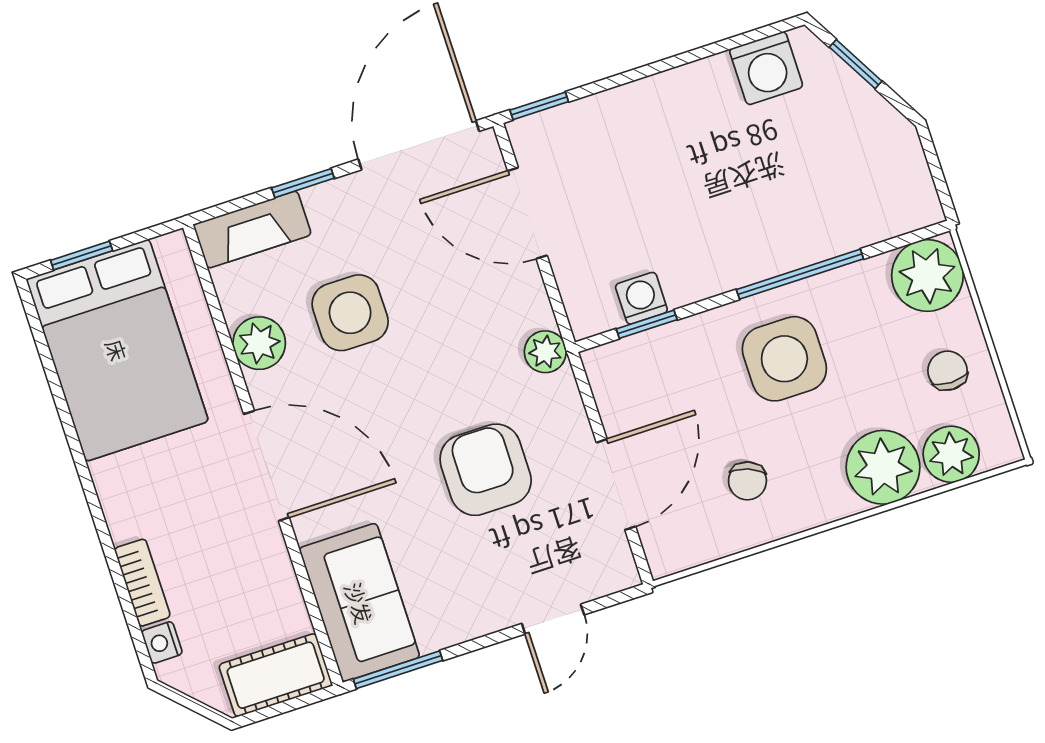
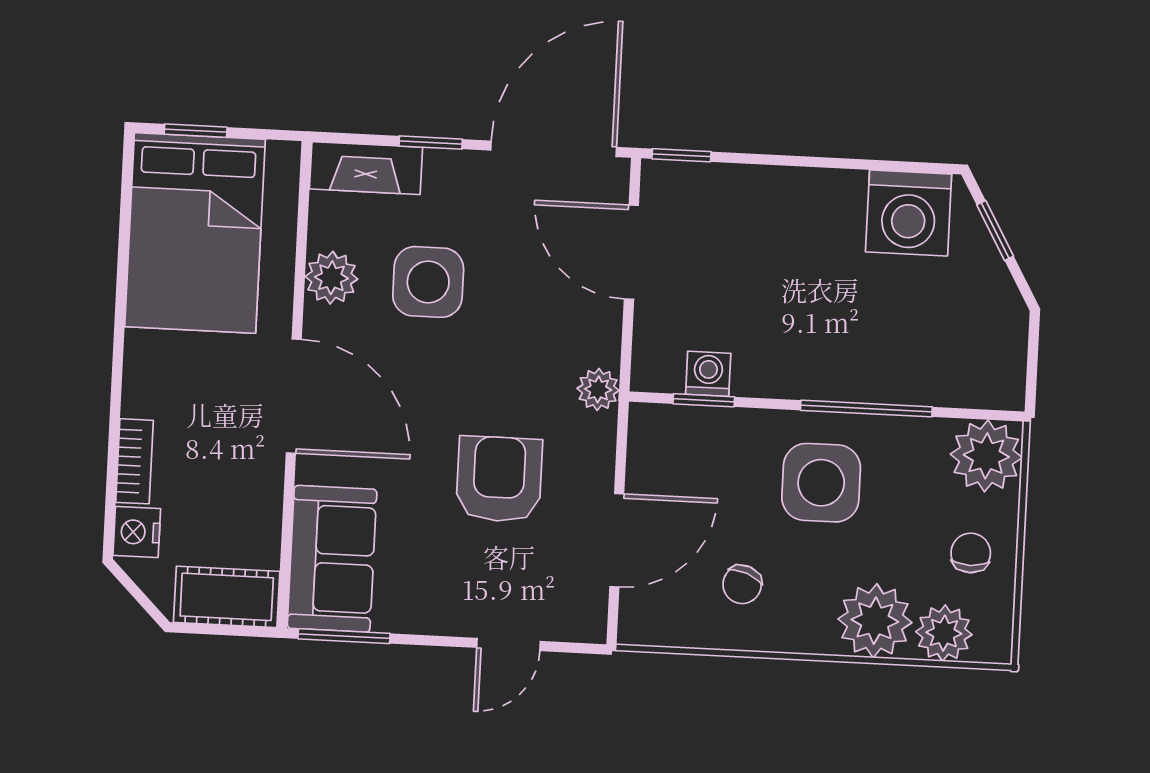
washing machine: (766, 68) -> (909, 213), width x1.37, depth x1.37
nightstand: (162, 642) -> (137, 532), width x1.39, depth x1.35

